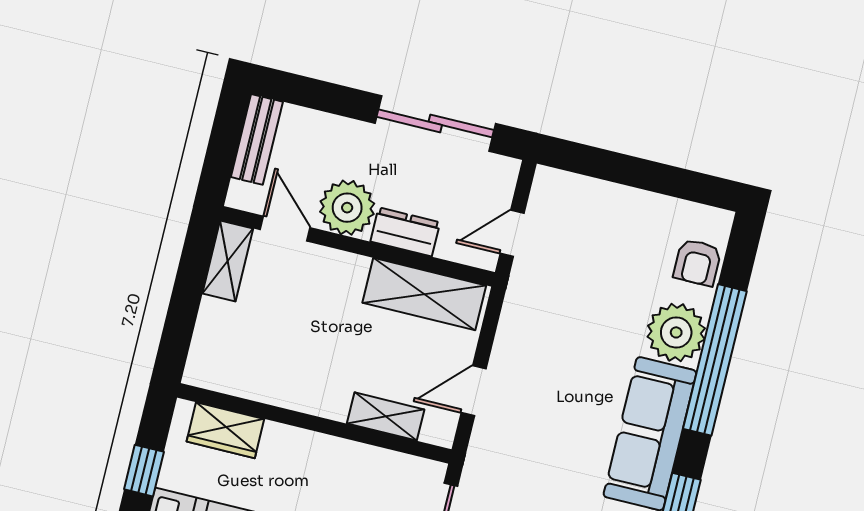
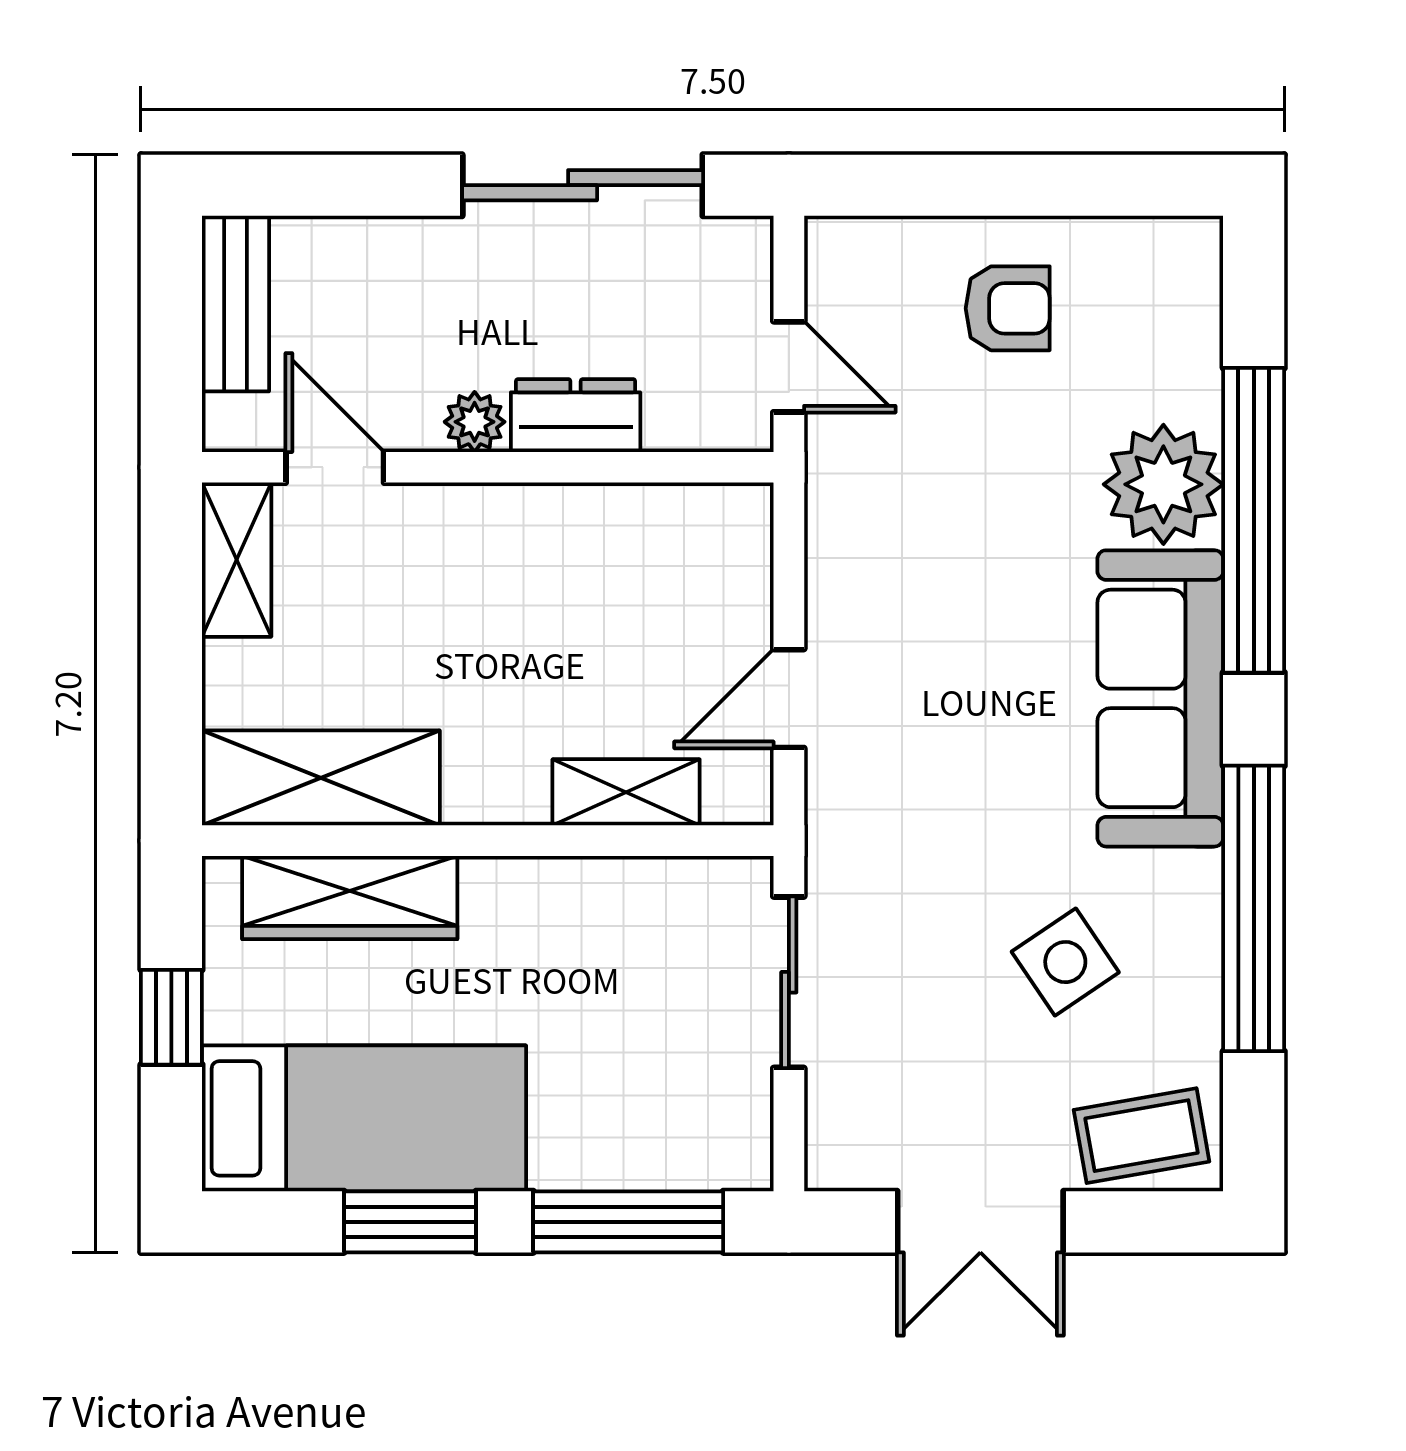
plant: (347, 208) -> (475, 422), width x0.53, depth x0.53
door: (512, 233) -> (789, 367), swing flipped
armchair: (697, 262) -> (1008, 308), moved, turned -90
shelving: (424, 294) -> (321, 778), moved
wardrobe: (225, 430) -> (350, 898), width x1.50

